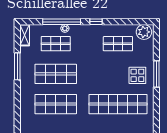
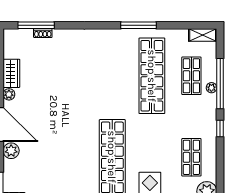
window: (17, 66) -> (139, 25), moved
shop shelf: (56, 74) -> (152, 76), width x1.40
shop shelf: (56, 104) -> (112, 76), removed

